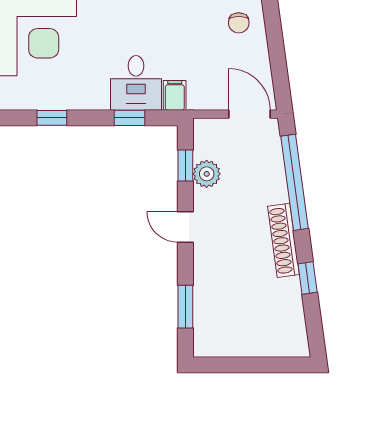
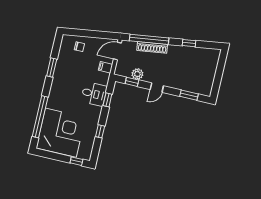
filing cabinet: (175, 95) -> (105, 67), moved
shoe rack: (284, 240) -> (152, 47), moved

